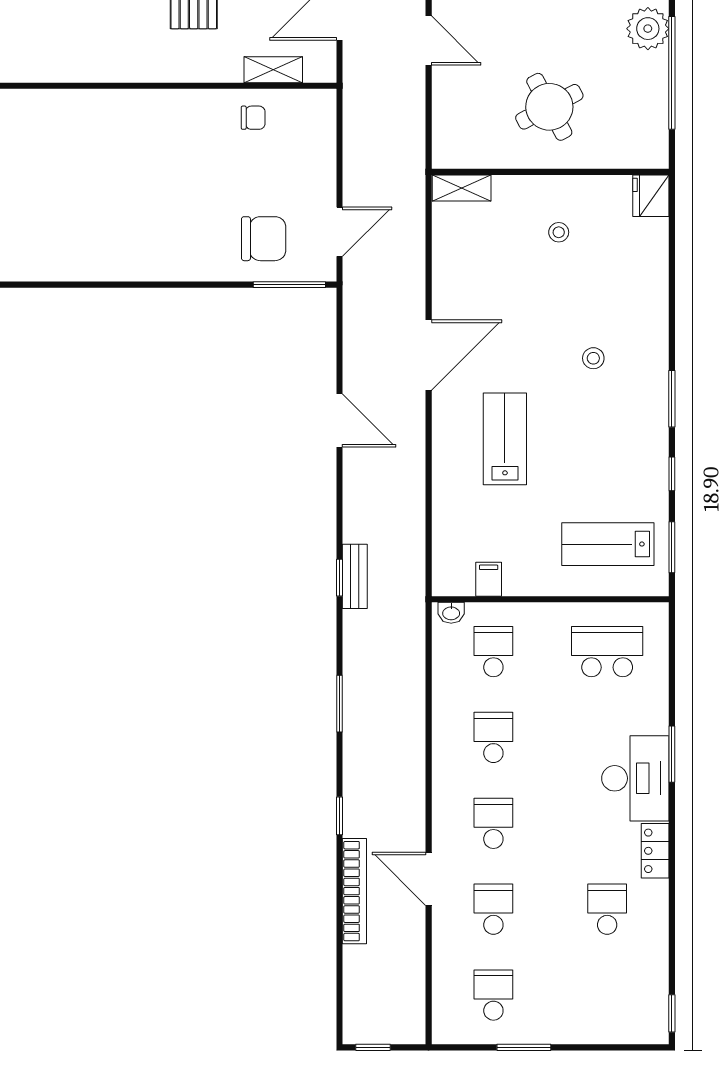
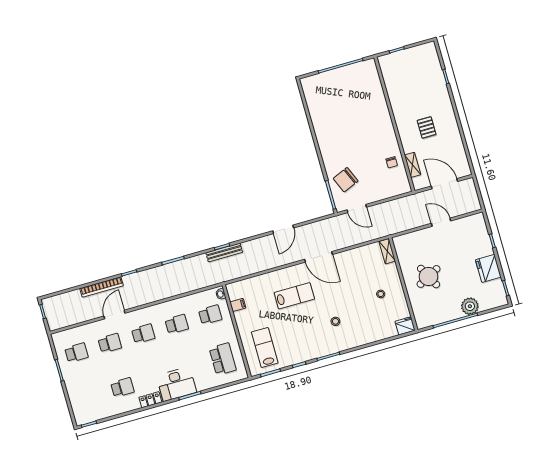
door: (429, 40) -> (441, 222), swing flipped
chair: (264, 239) -> (346, 180), turned 67
bench: (355, 576) -> (224, 252), width x1.36

